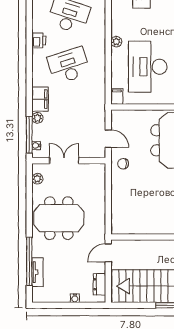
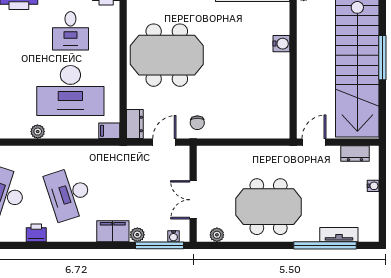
dresser: (122, 116) -> (135, 124), added
meeting table: (59, 218) -> (269, 207), turned 90
door: (108, 253) -> (314, 142), swing flipped

